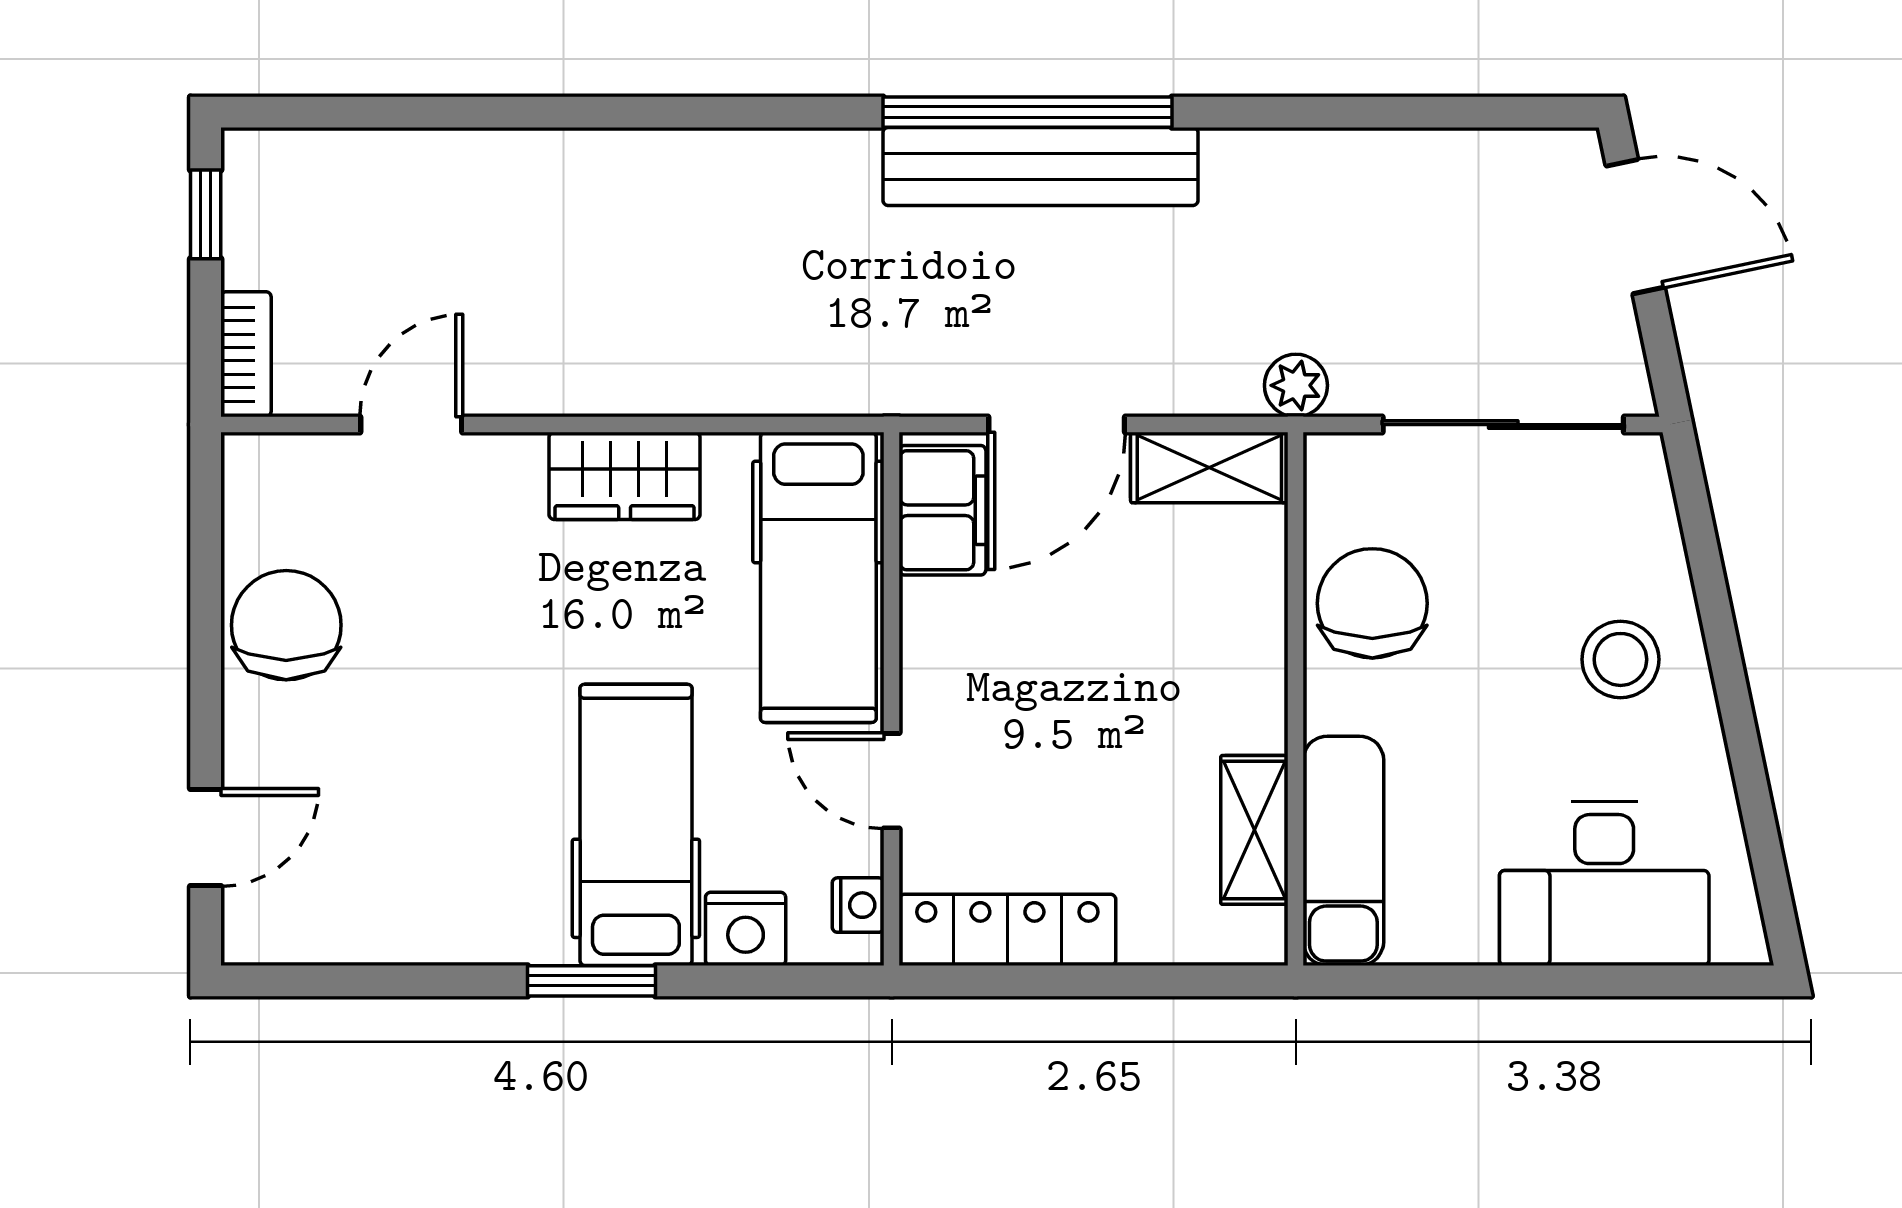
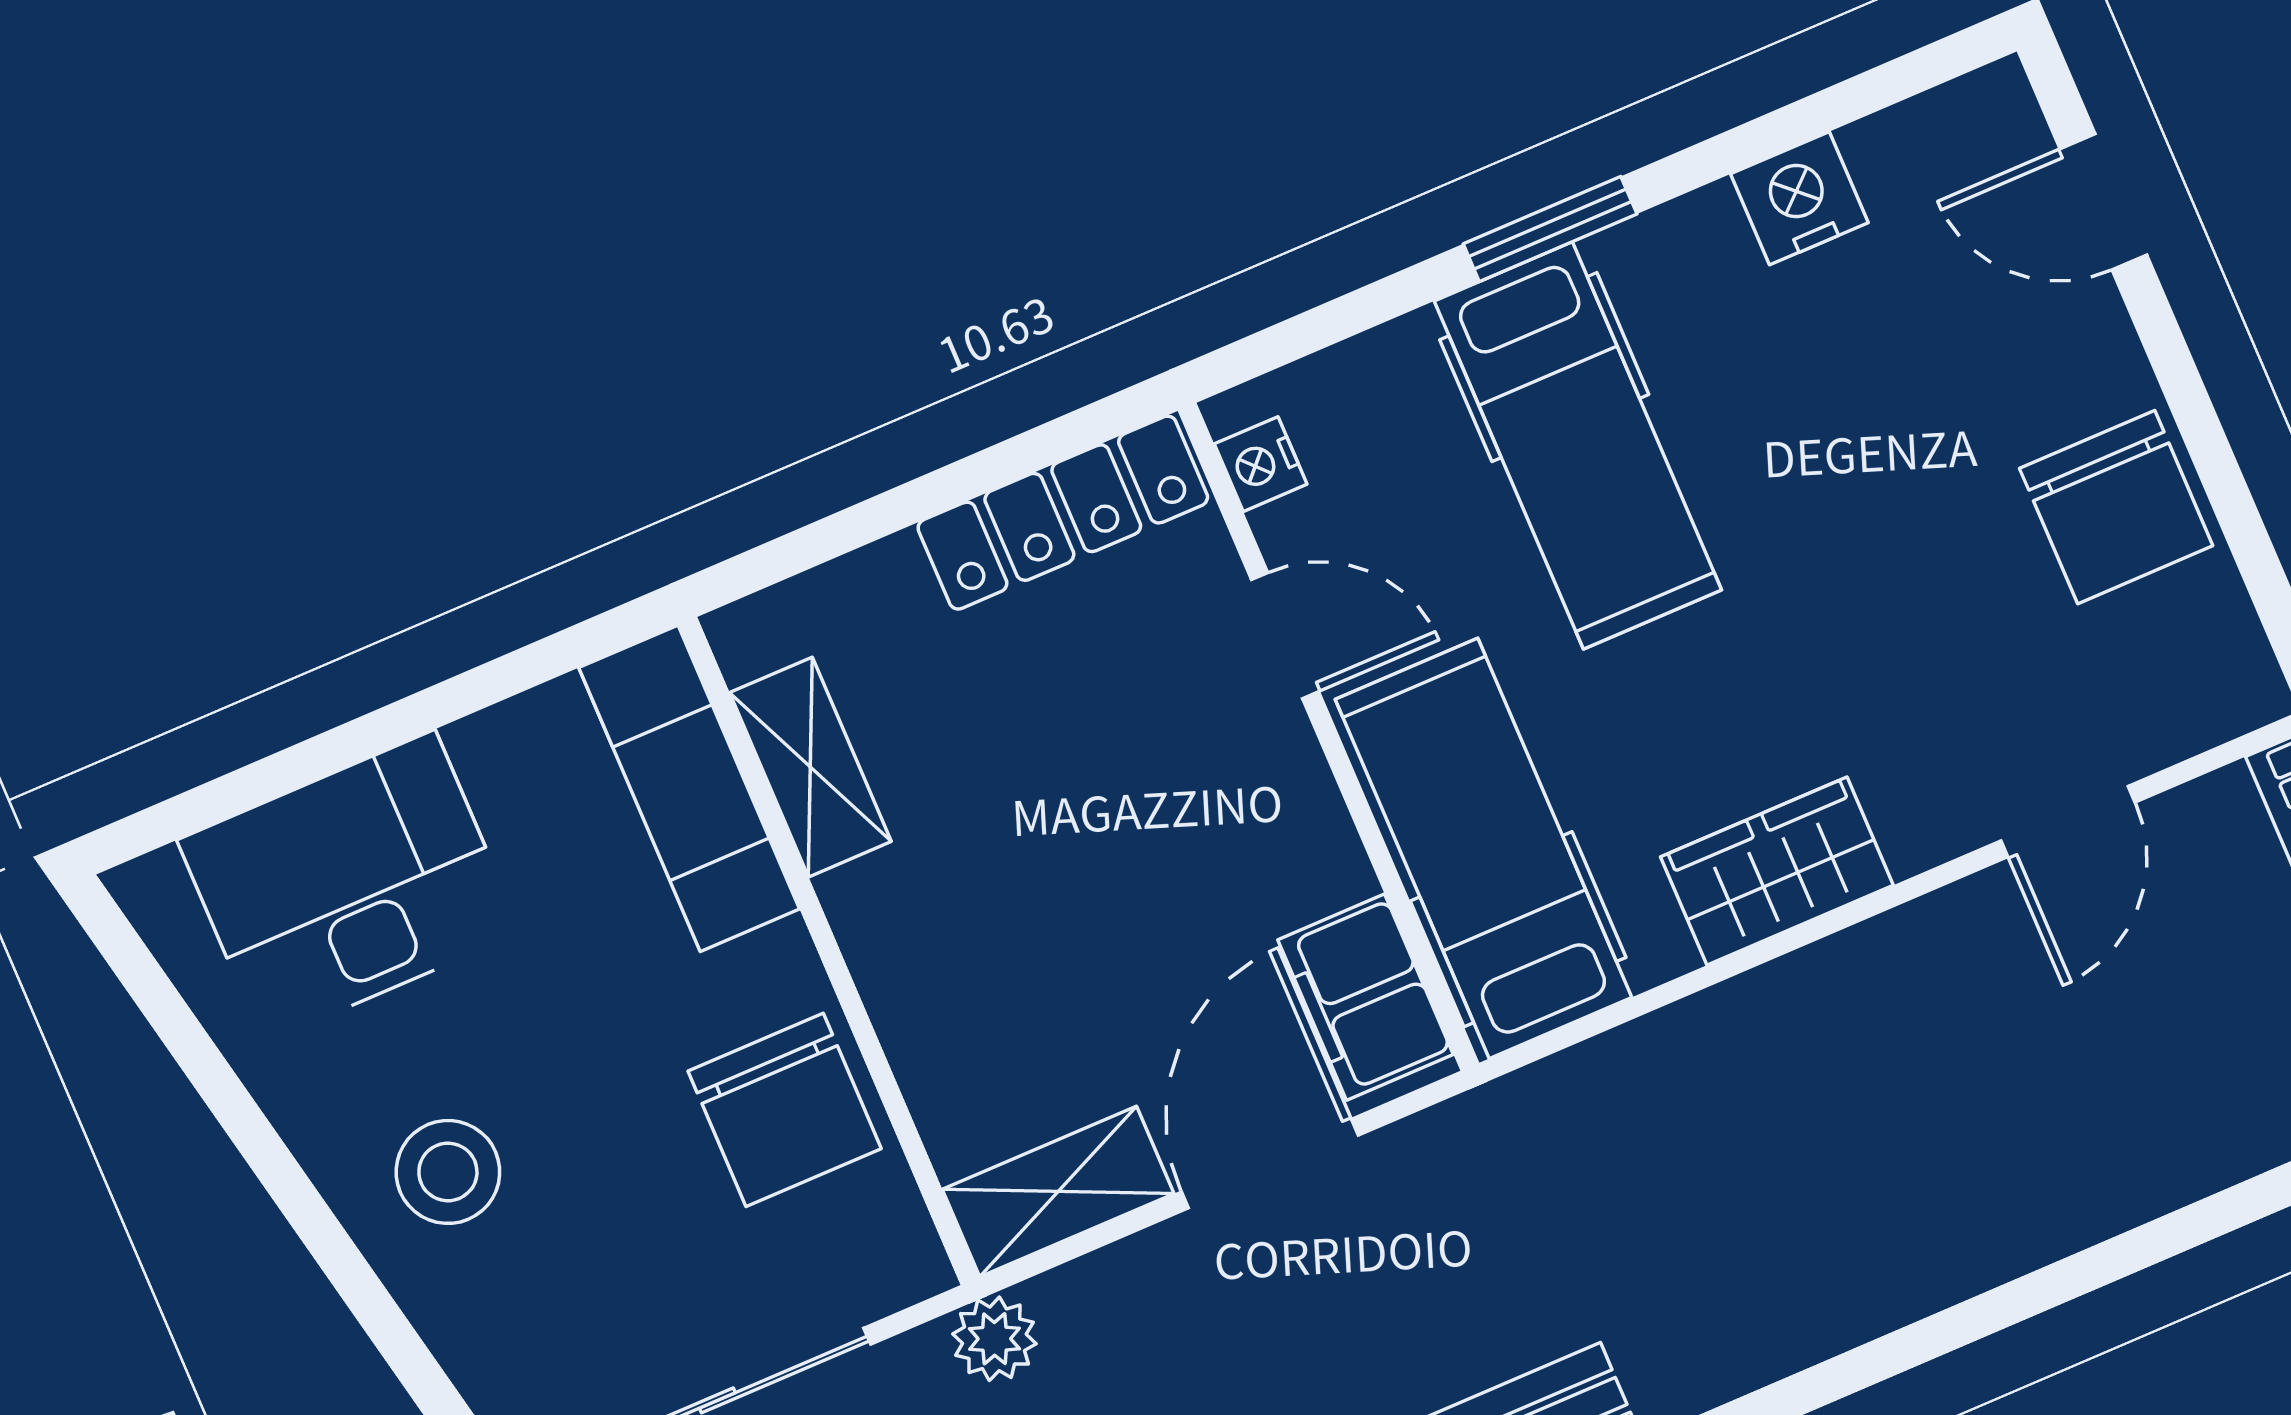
door: (206, 837) -> (2103, 202), hinge flipped
nightstand: (746, 929) -> (1799, 198), moved

